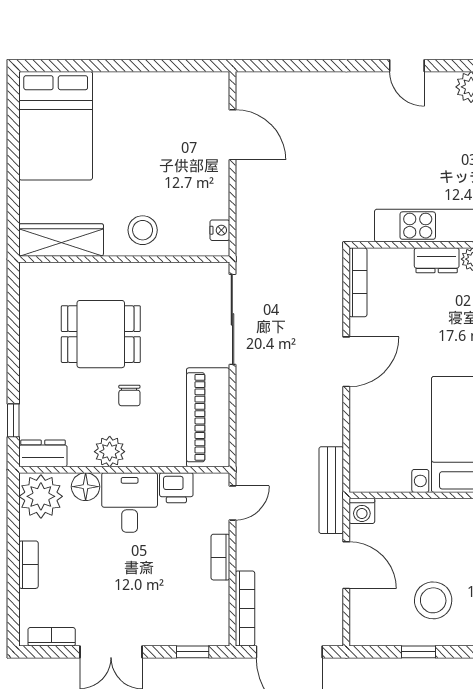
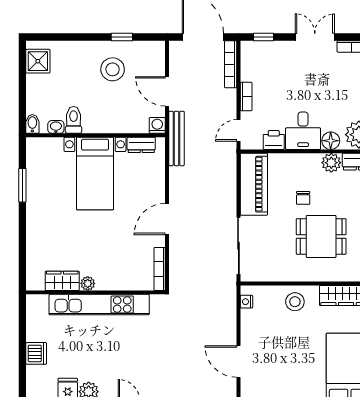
dresser: (437, 260) -> (141, 145), moved, turned 180
chair: (129, 395) -> (303, 198), turned 180
plant: (110, 452) -> (331, 163), moved

